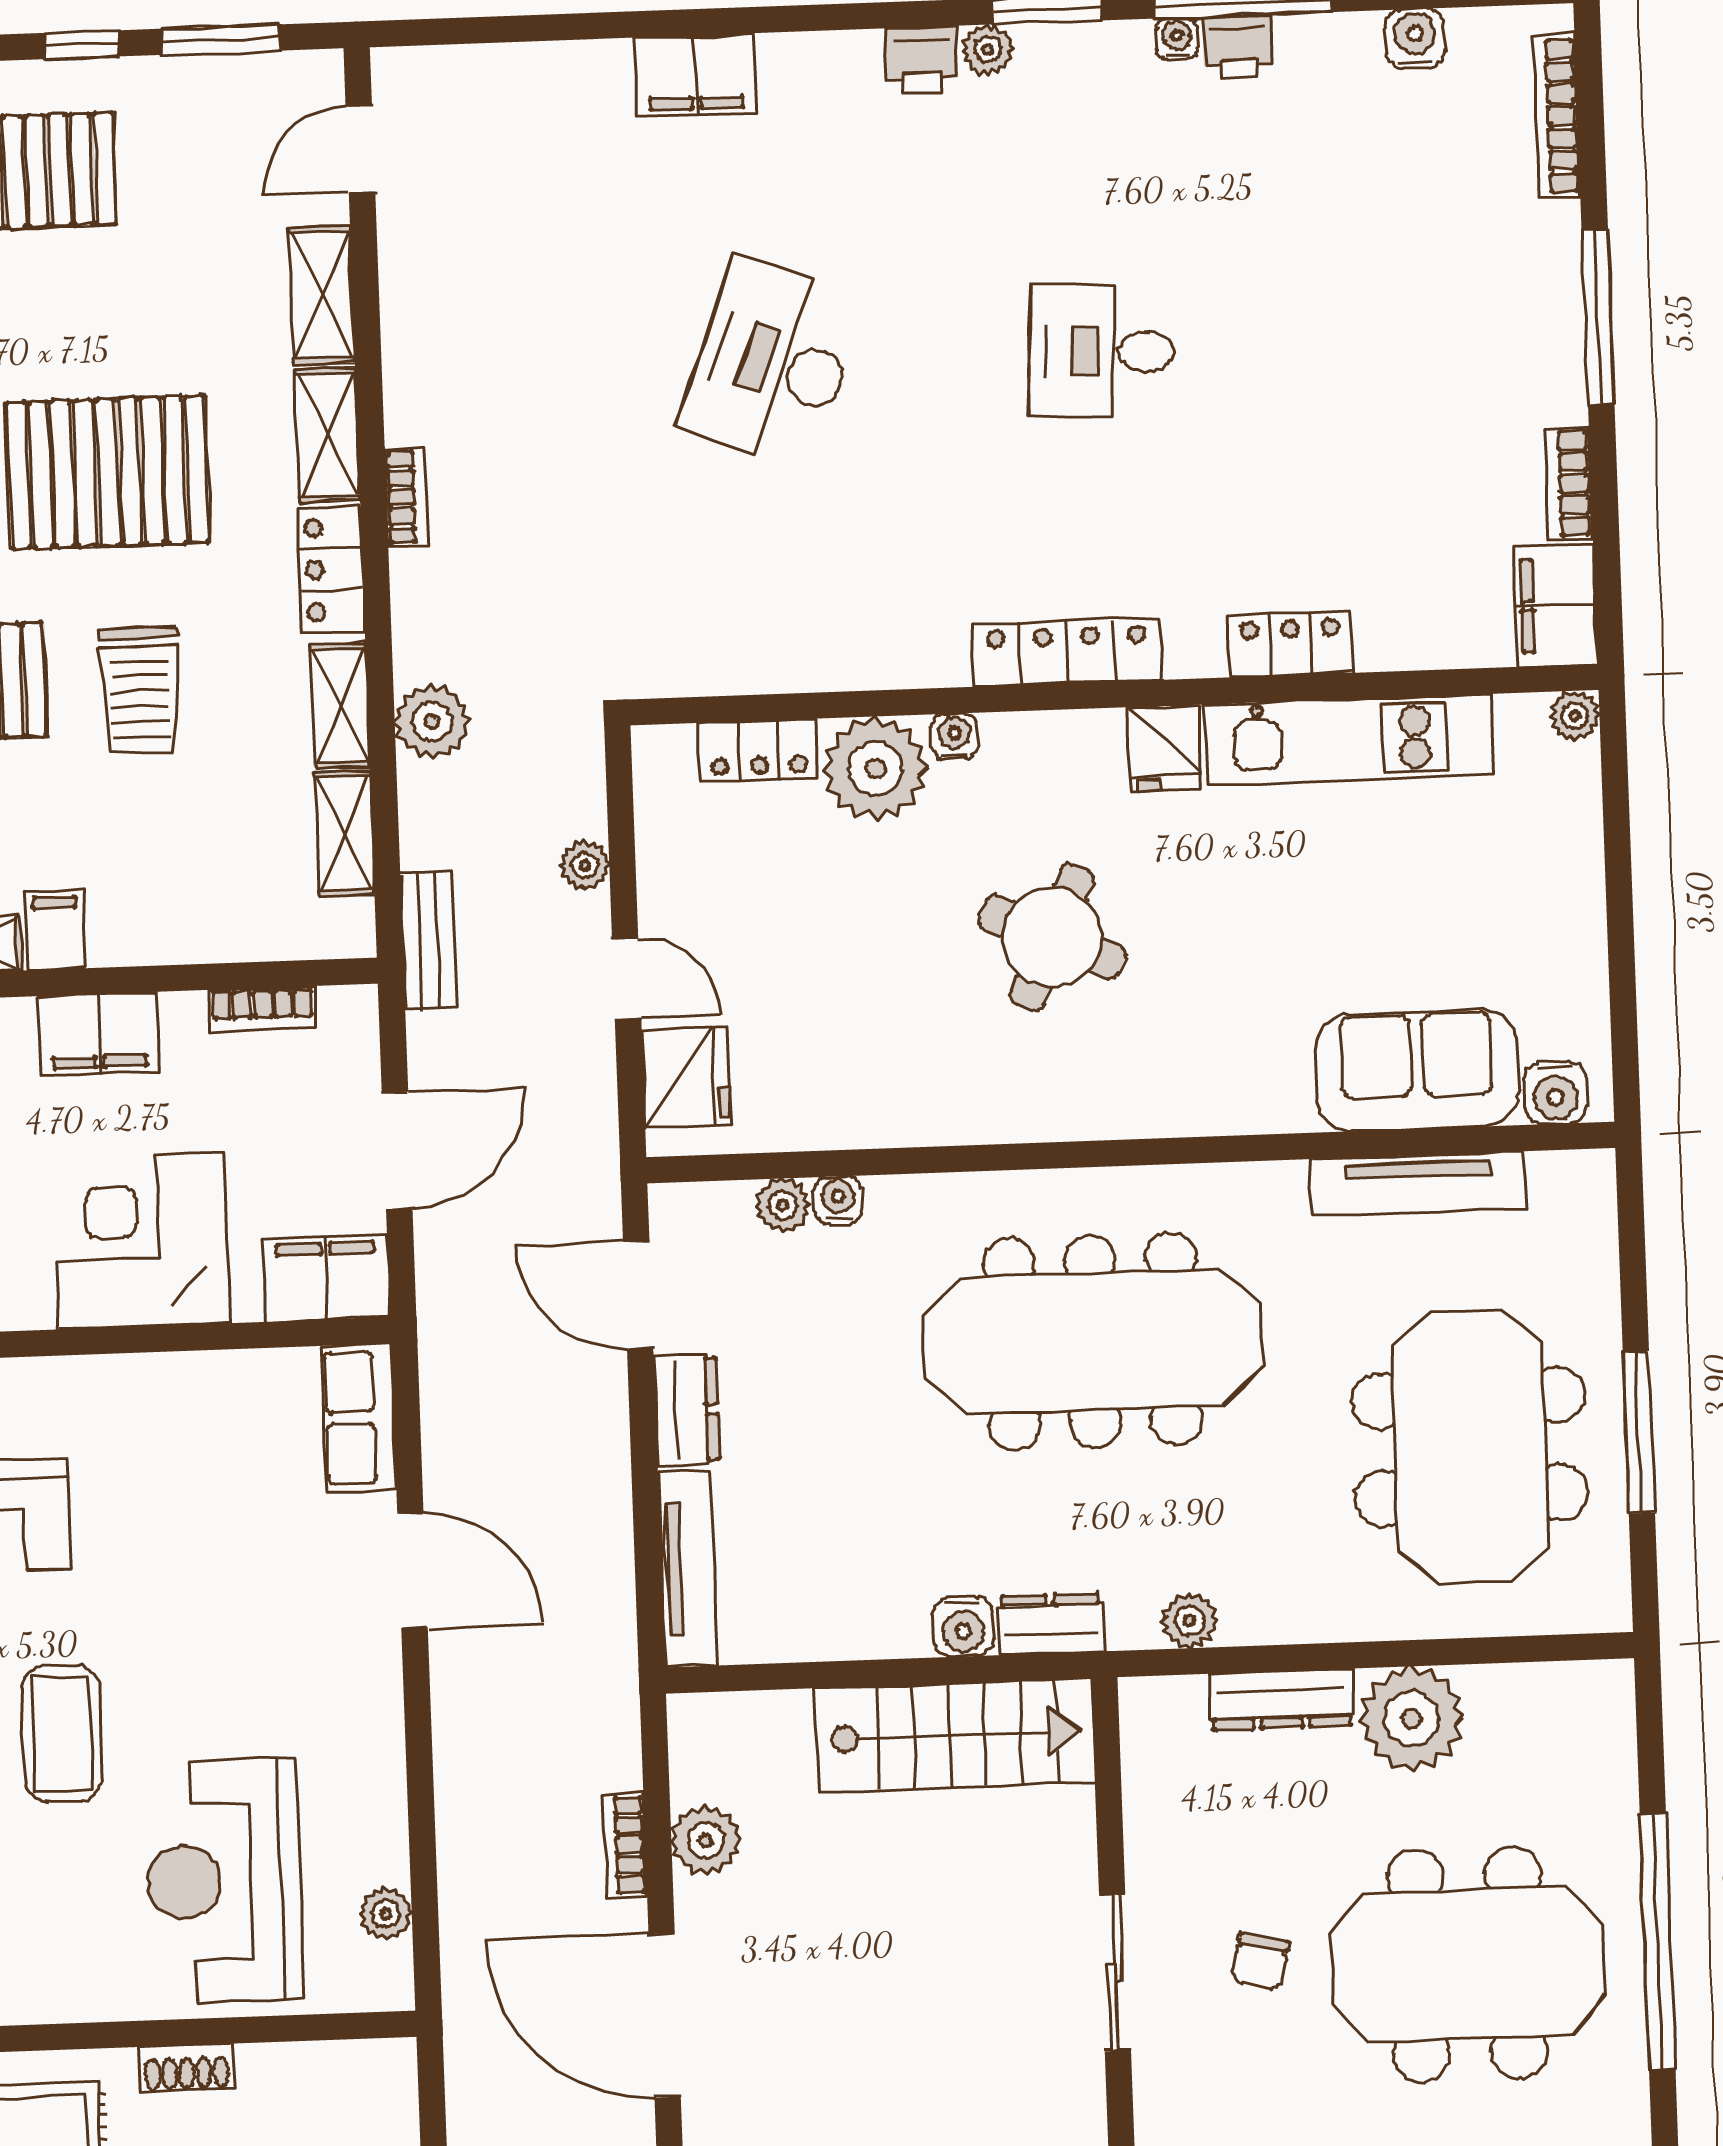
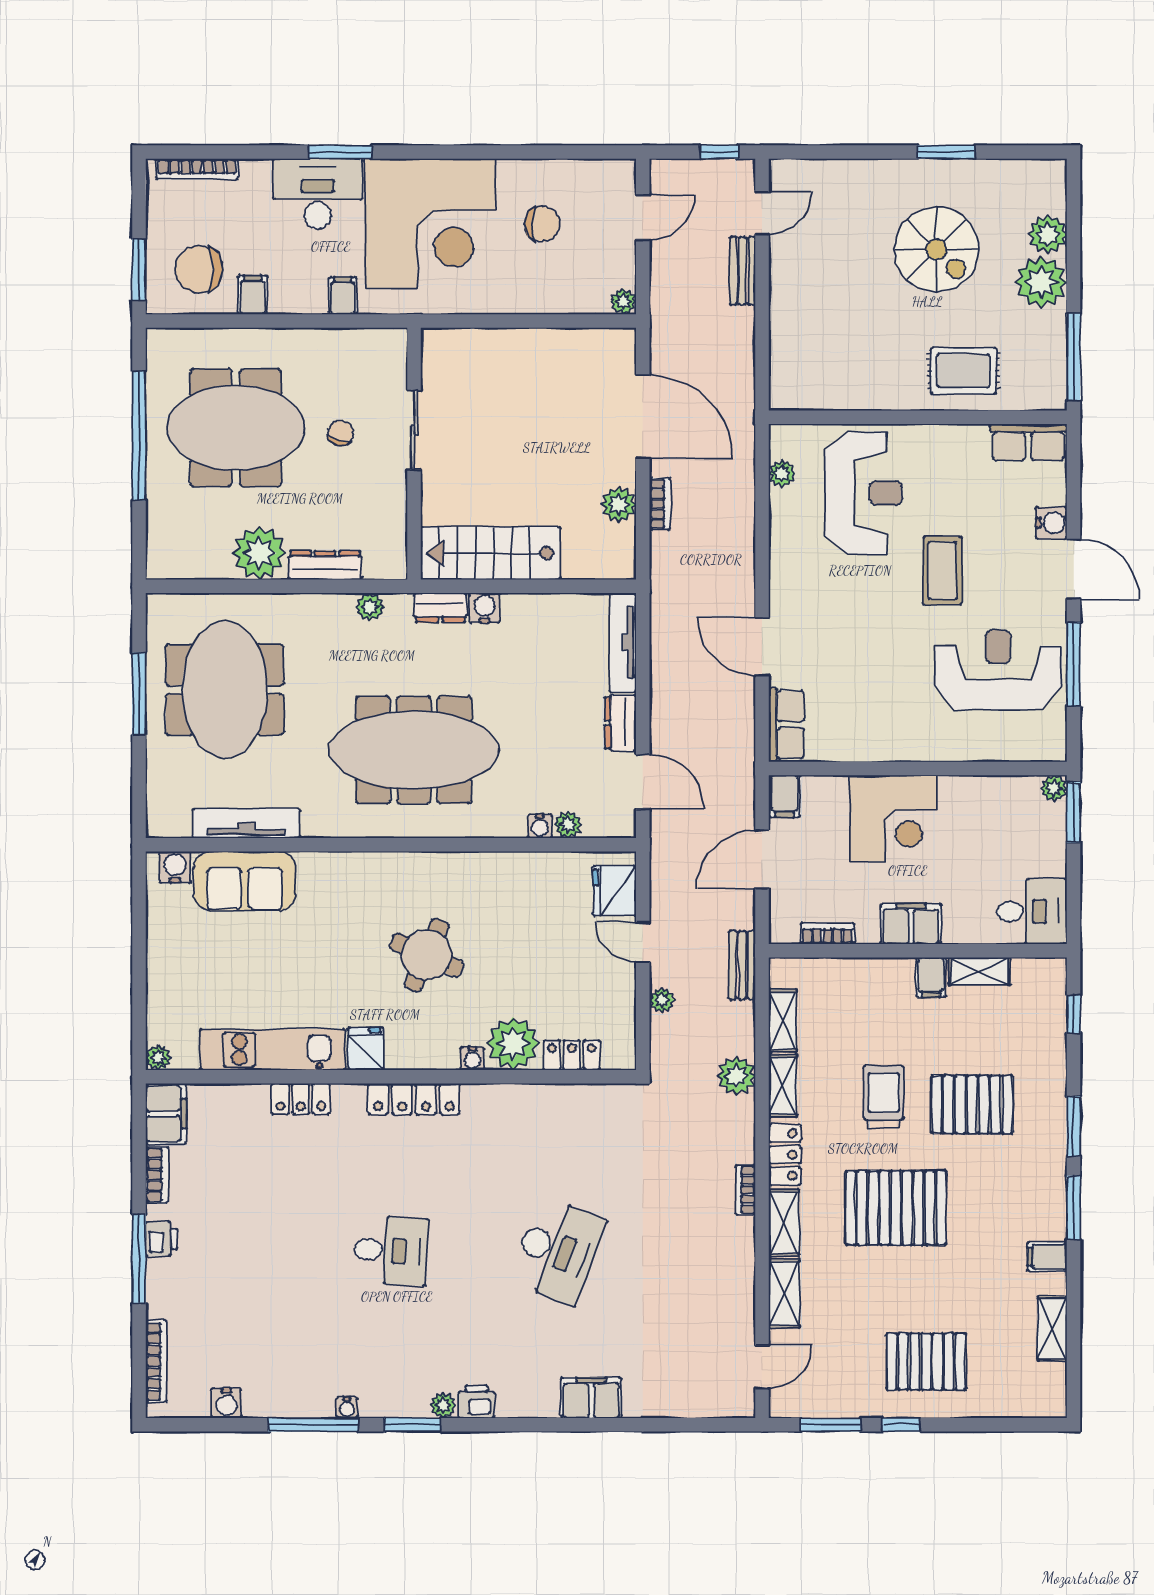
printer: (1238, 47) -> (161, 1239), moved, turned 90
filing cabinet: (326, 1278) -> (785, 796), width x0.50
shoe rack: (187, 2068) -> (886, 399), removed

